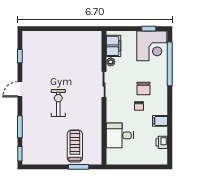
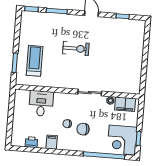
treadmill: (75, 146) -> (35, 61), turned -90

